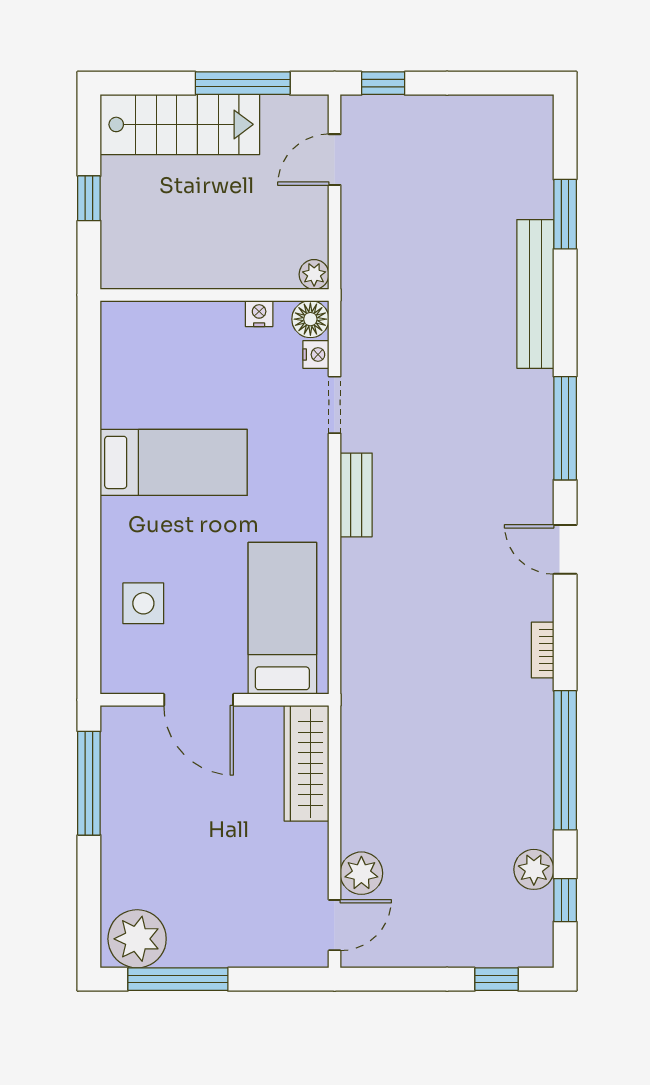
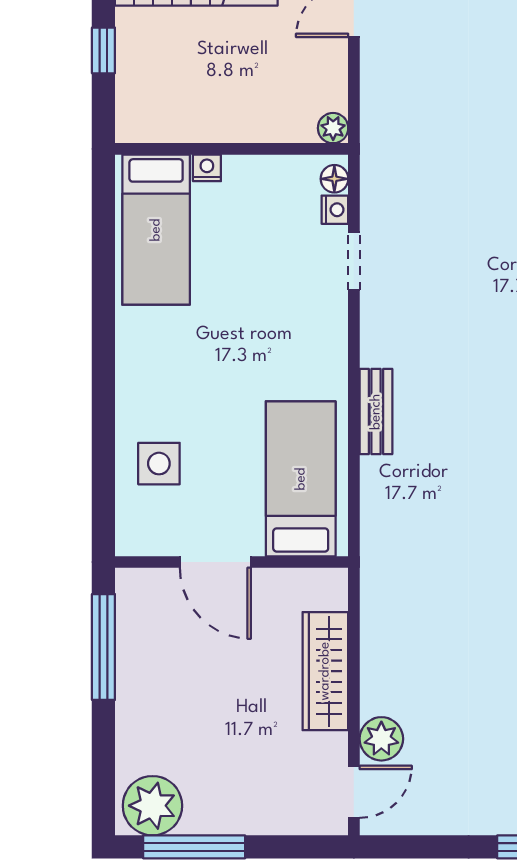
nightstand: (259, 314) -> (207, 168), moved
floor lamp: (310, 319) -> (334, 179), width x0.73, depth x0.73
bed: (174, 462) -> (156, 230), moved, turned 90
bench: (356, 495) -> (376, 412), moved
wardrobe: (307, 763) -> (325, 671), moved

